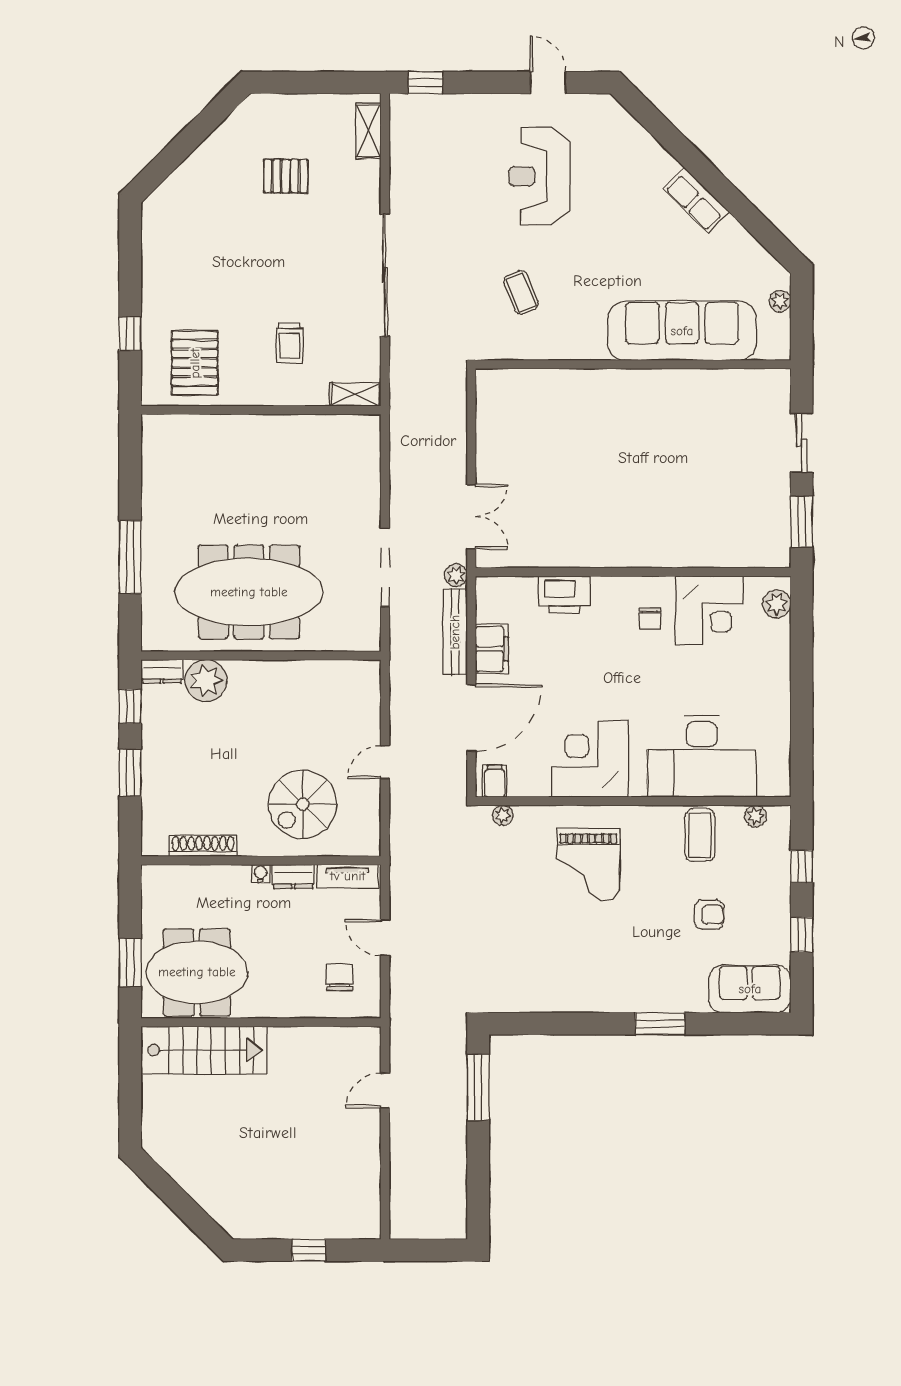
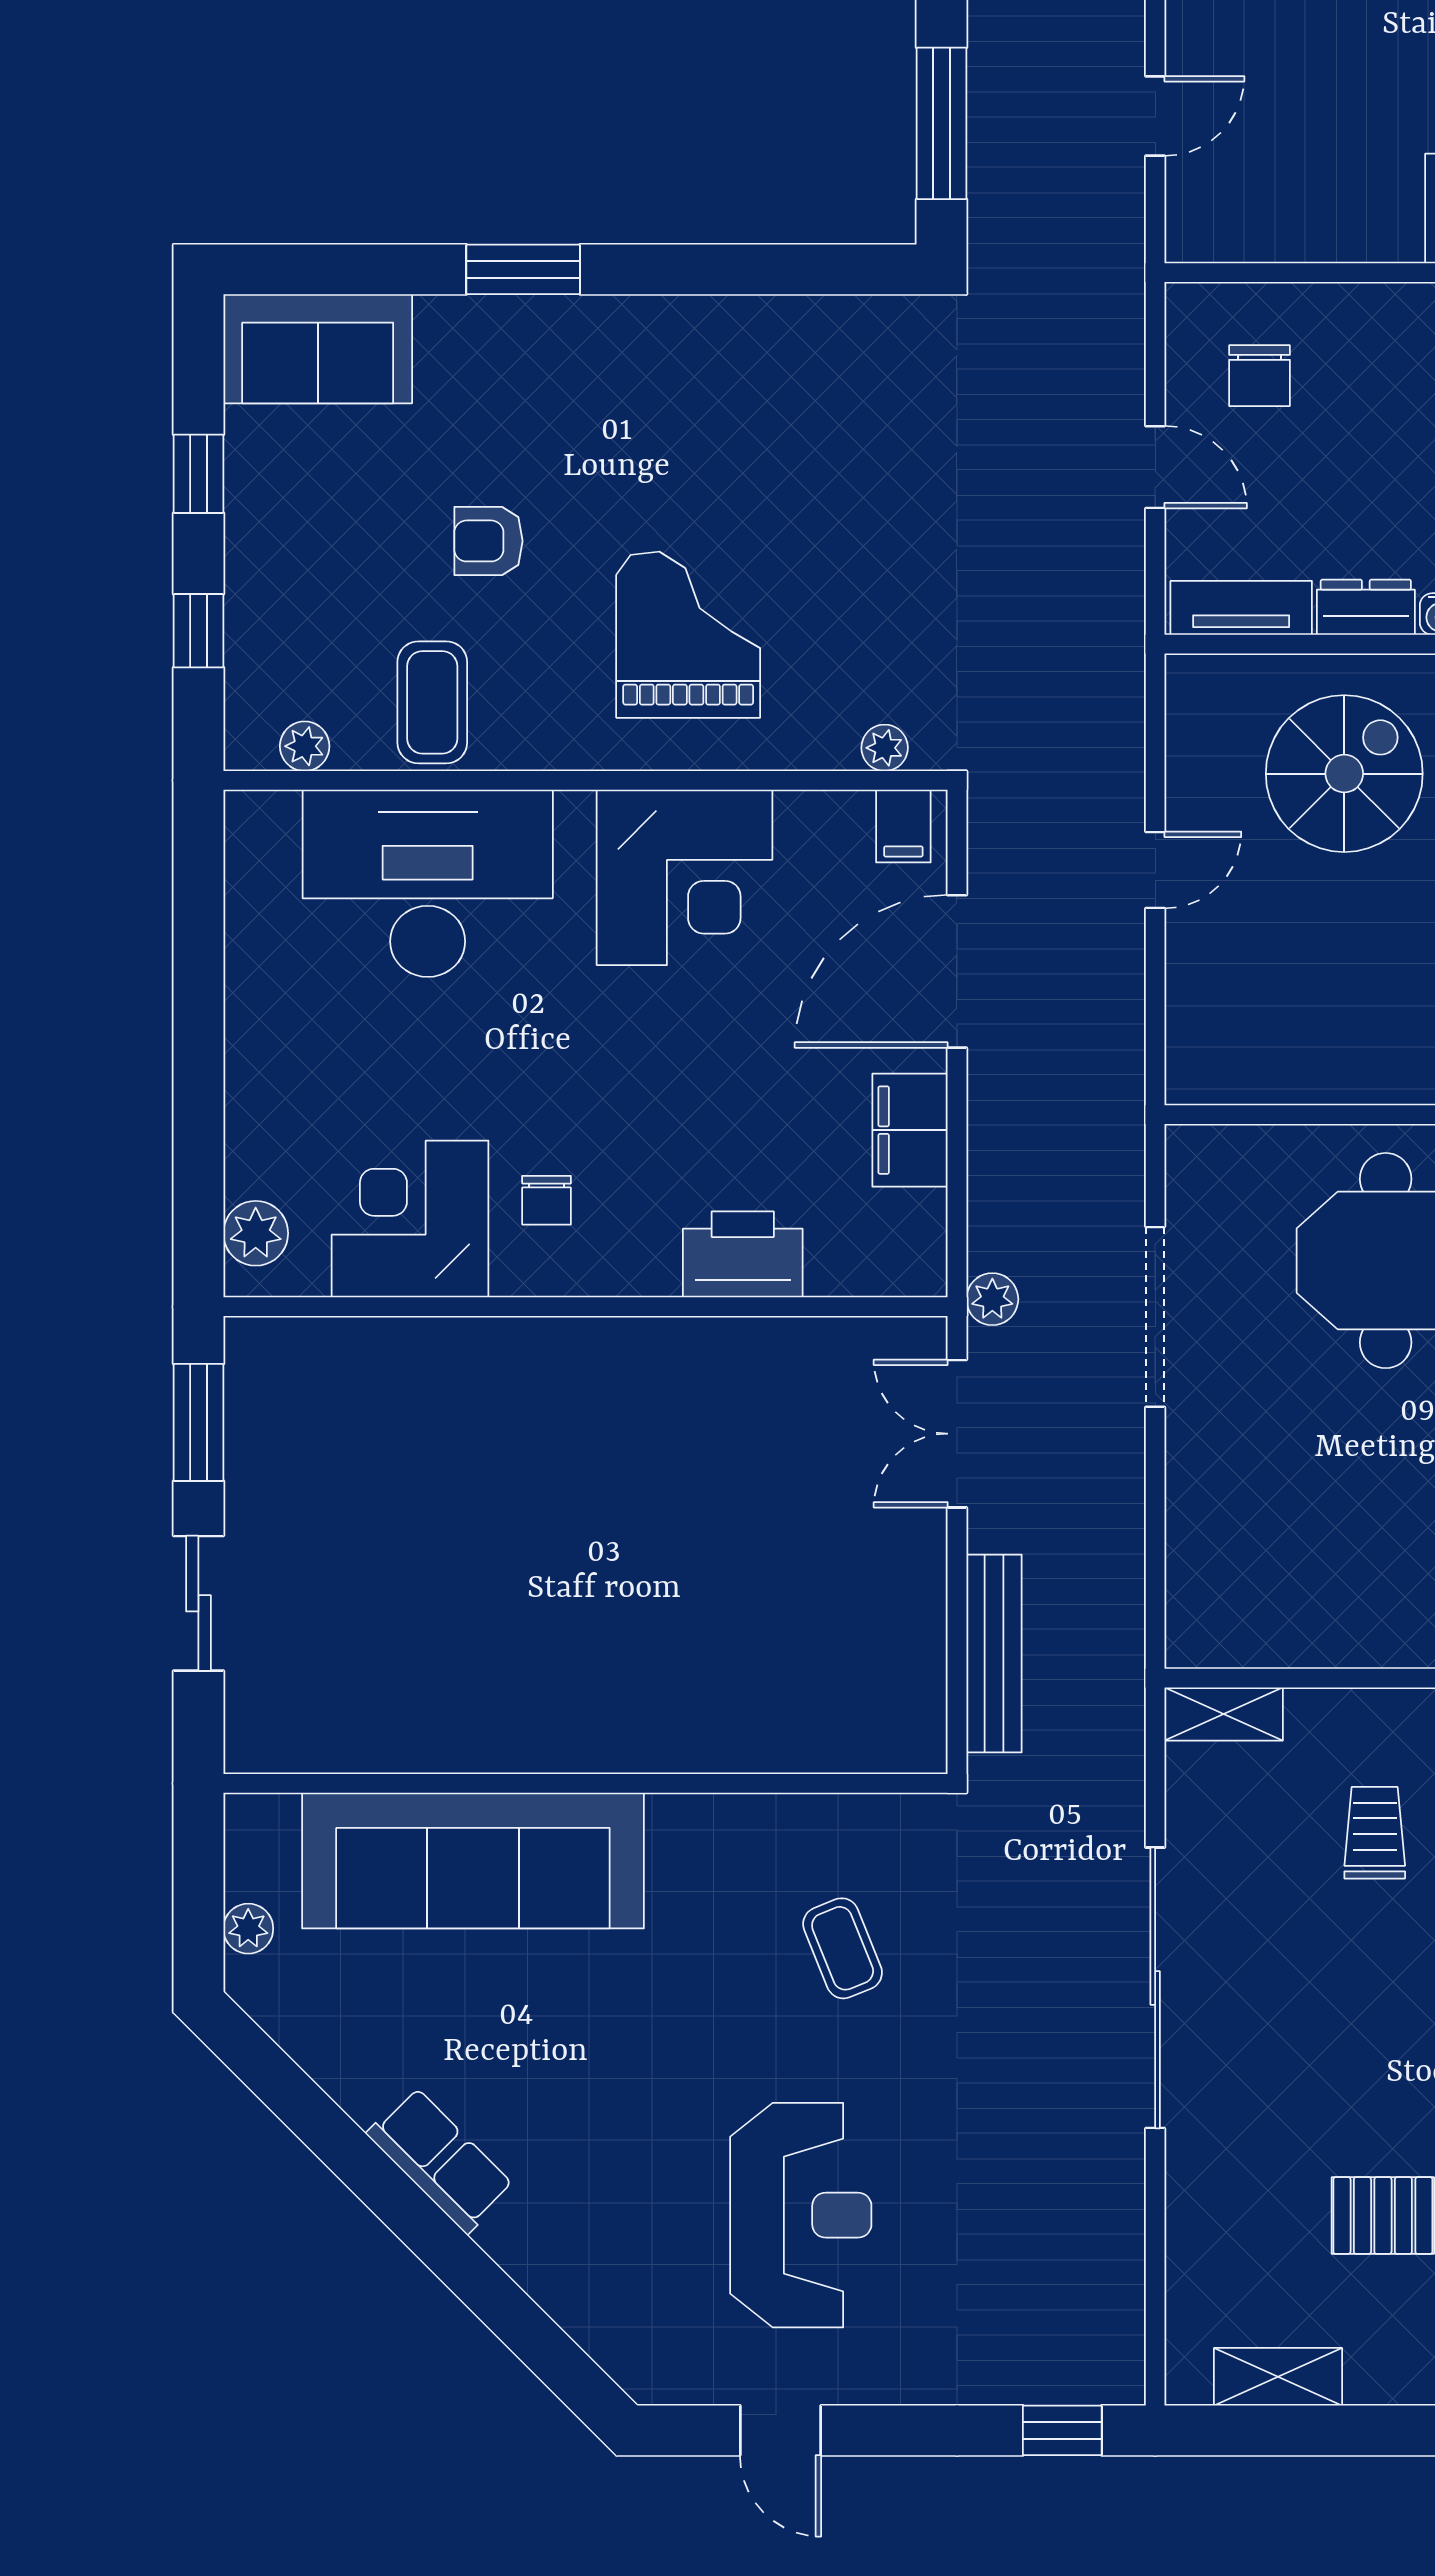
shelving: (368, 131) -> (1278, 2377), moved, turned 90
chair: (650, 618) -> (547, 1200), turned 180
bench: (455, 632) -> (994, 1653), moved
armchair: (709, 915) -> (488, 541), moved

